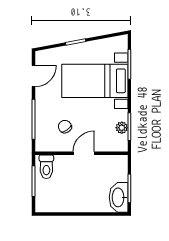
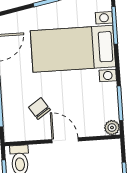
plant: (122, 128) -> (112, 128), moved
door: (84, 153) -> (65, 140), hinge flipped

